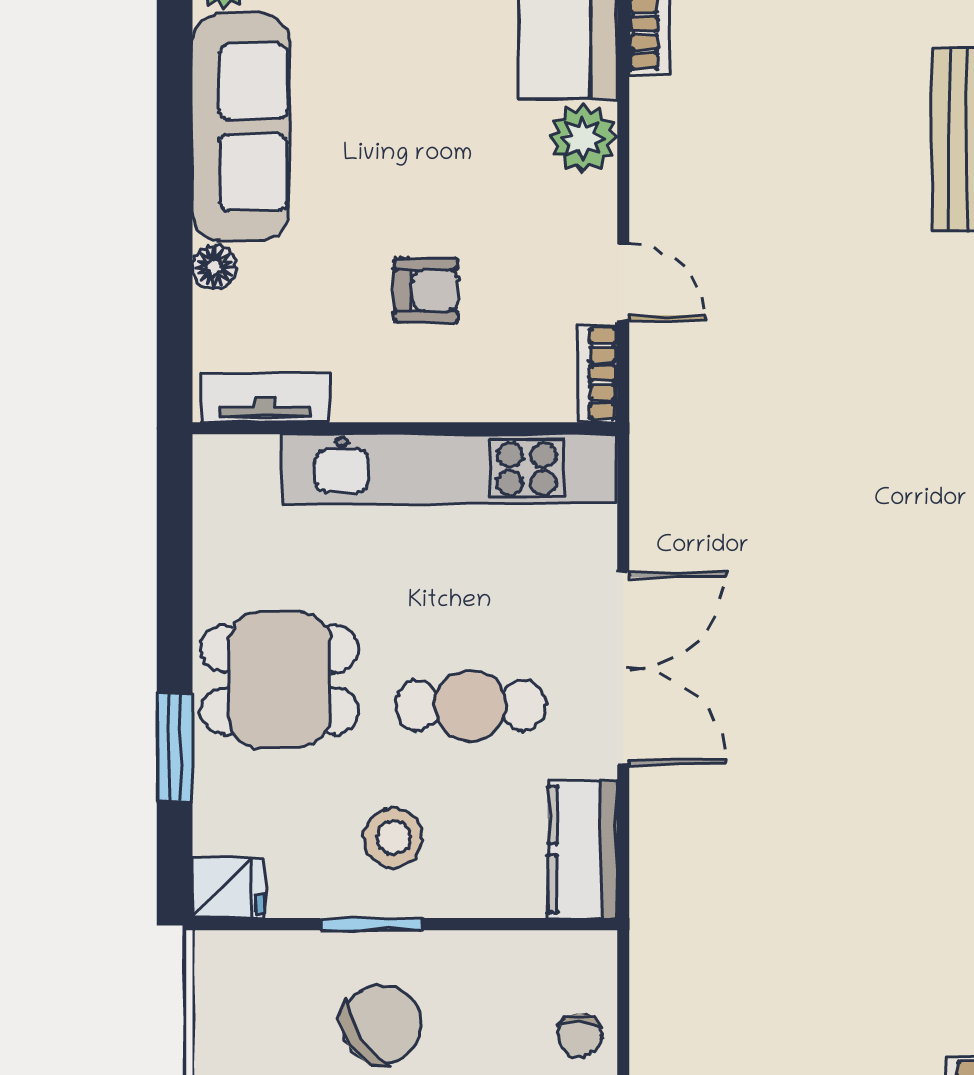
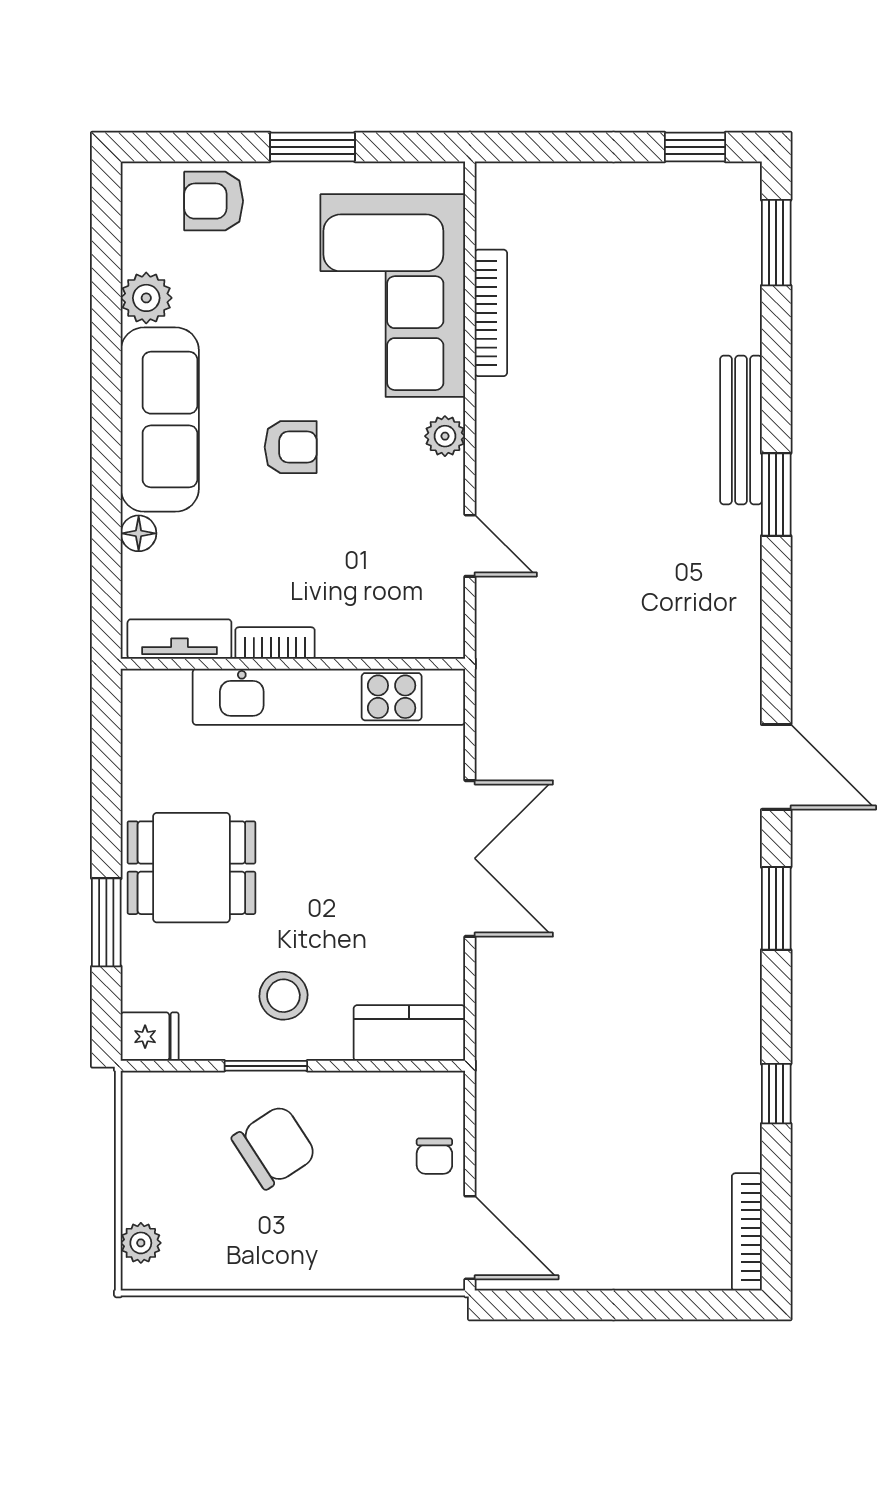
plant: (583, 138) -> (445, 436), width x0.73, depth x0.73
armchair: (426, 290) -> (291, 447), moved
bookcase: (598, 373) -> (275, 643), moved, turned 90
cafe table: (470, 706) -> (346, 889), removed
kitchen counter: (583, 849) -> (409, 1033), moved, turned 90

